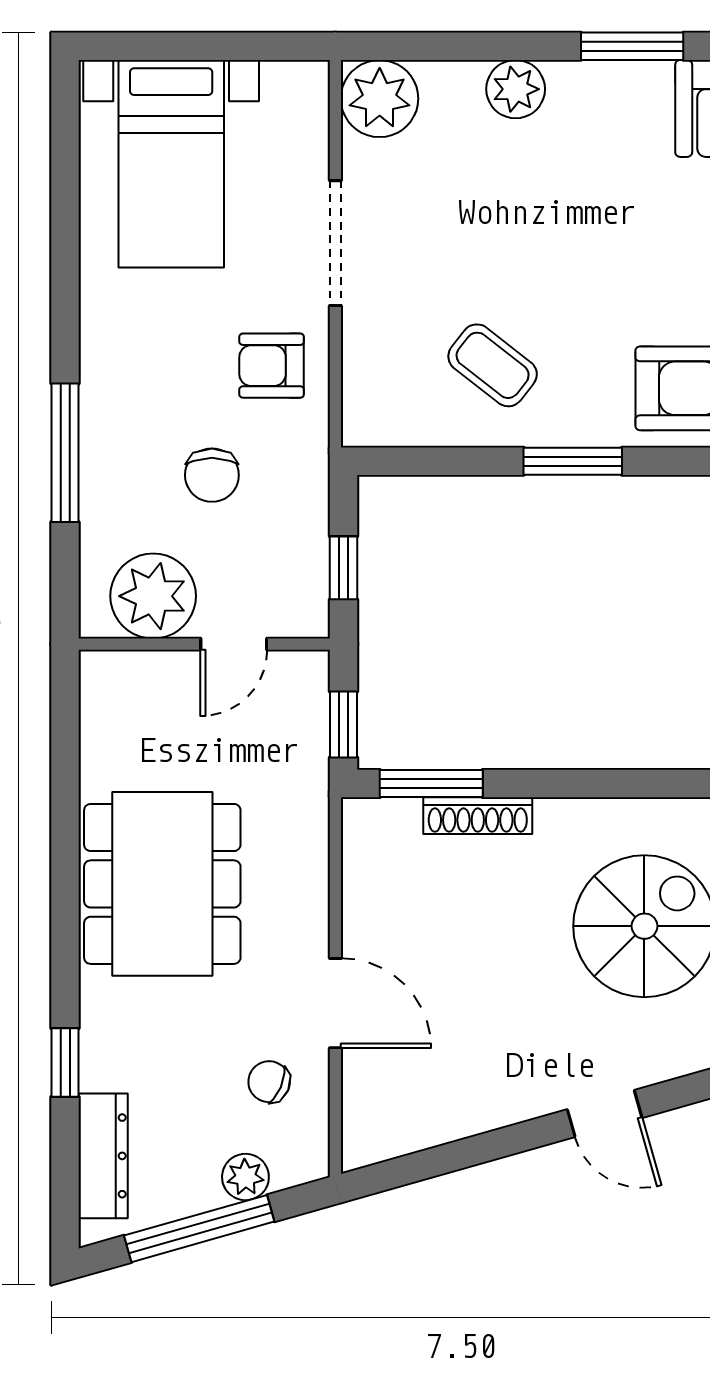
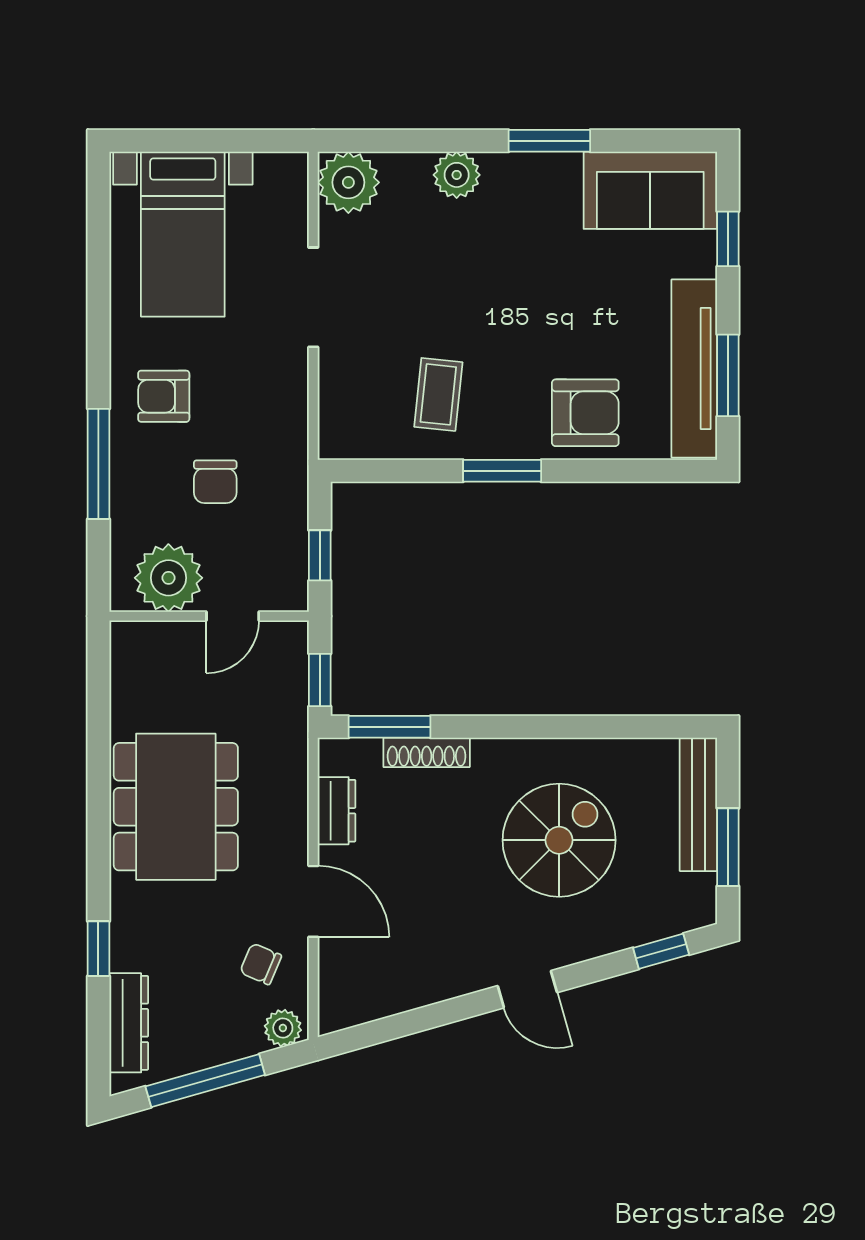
coffee table: (493, 365) -> (438, 394), turned 58
armchair: (272, 366) -> (164, 396), moved
dresser: (365, 889) -> (337, 811), added
plant: (245, 1177) -> (283, 1028), moved

